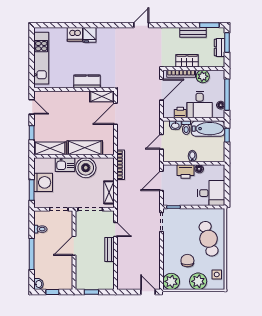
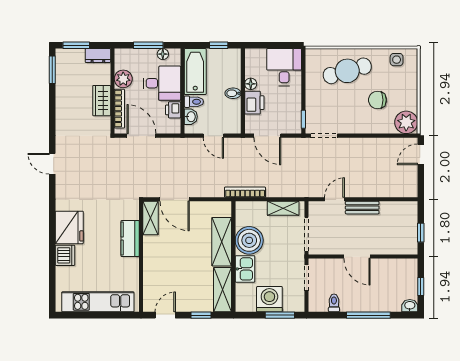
bench: (193, 32) -> (62, 92), removed
fridge: (90, 35) -> (69, 227), width x1.88, depth x1.34
dresser: (220, 47) -> (98, 56), moved
window: (227, 95) -> (148, 45), width x0.69
window: (227, 135) -> (219, 45), moved
plant: (198, 281) -> (406, 85), removed

